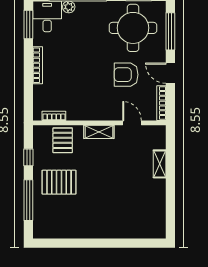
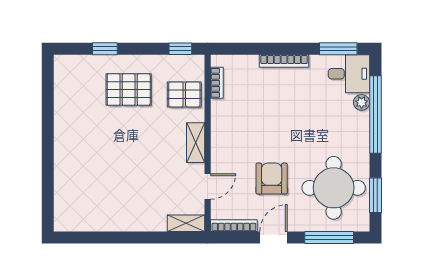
window: (28, 157) -> (180, 49), moved
shelving: (160, 164) -> (186, 223), moved
pallet: (59, 182) -> (129, 90), turned 90
window: (28, 200) -> (105, 49), width x0.46

